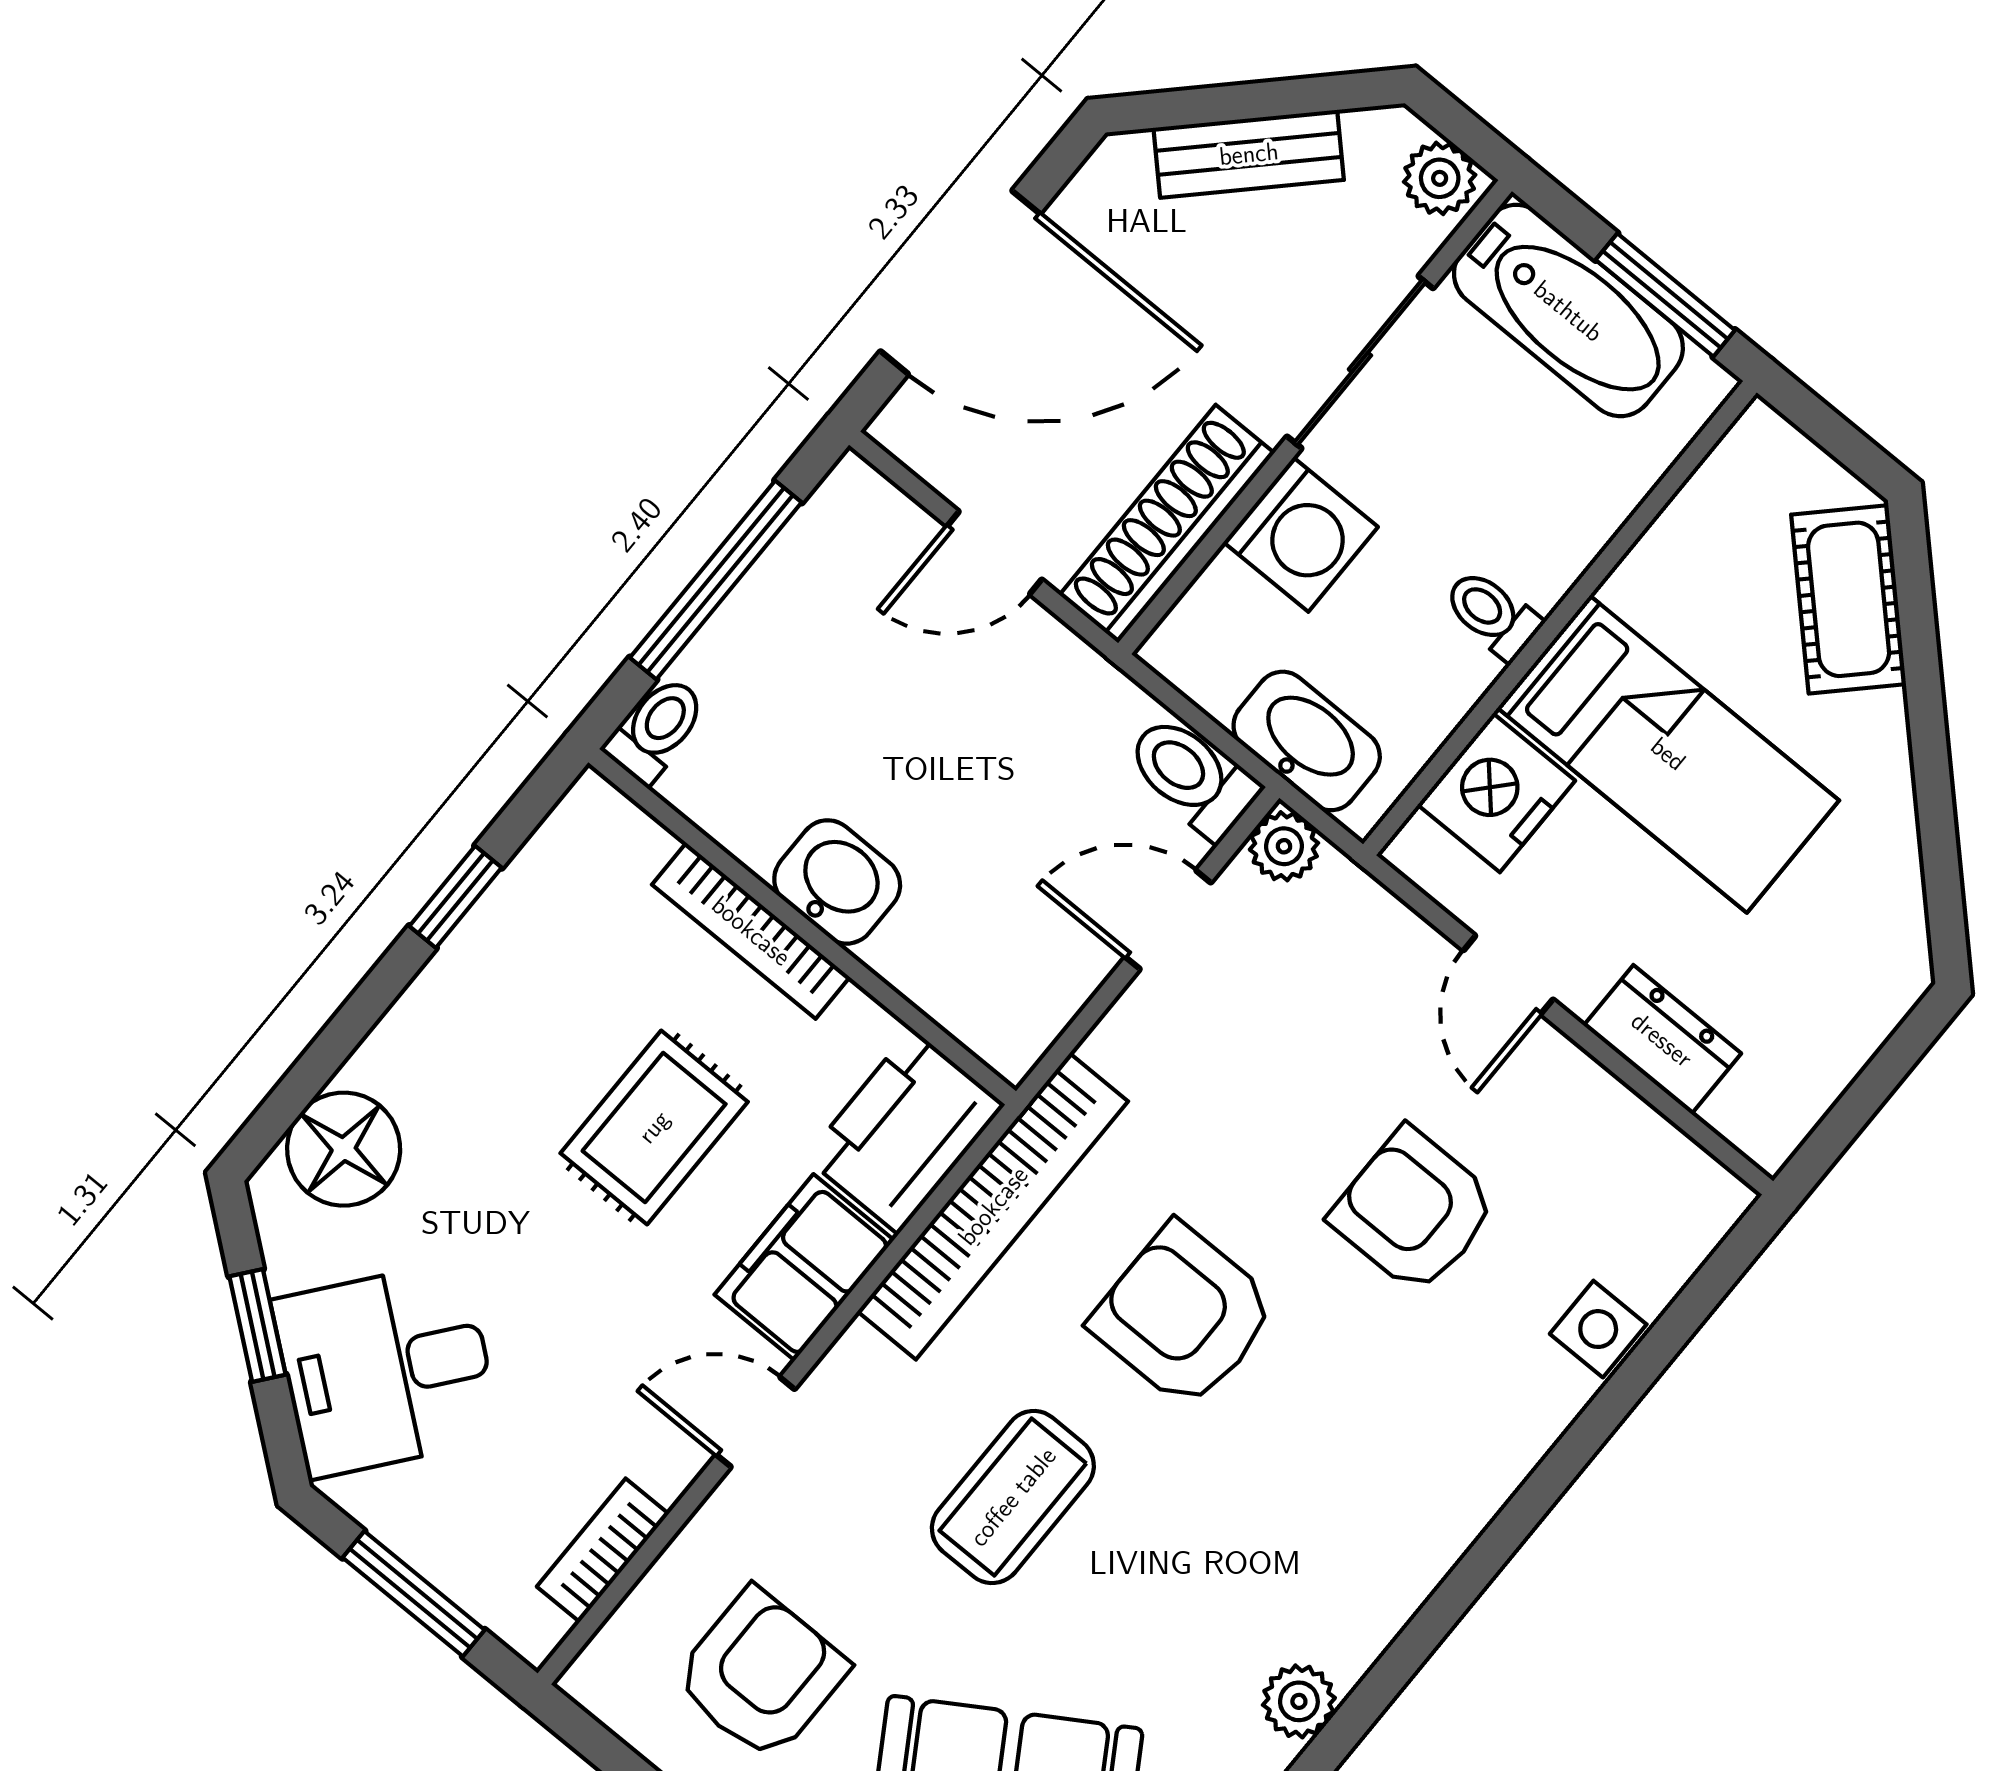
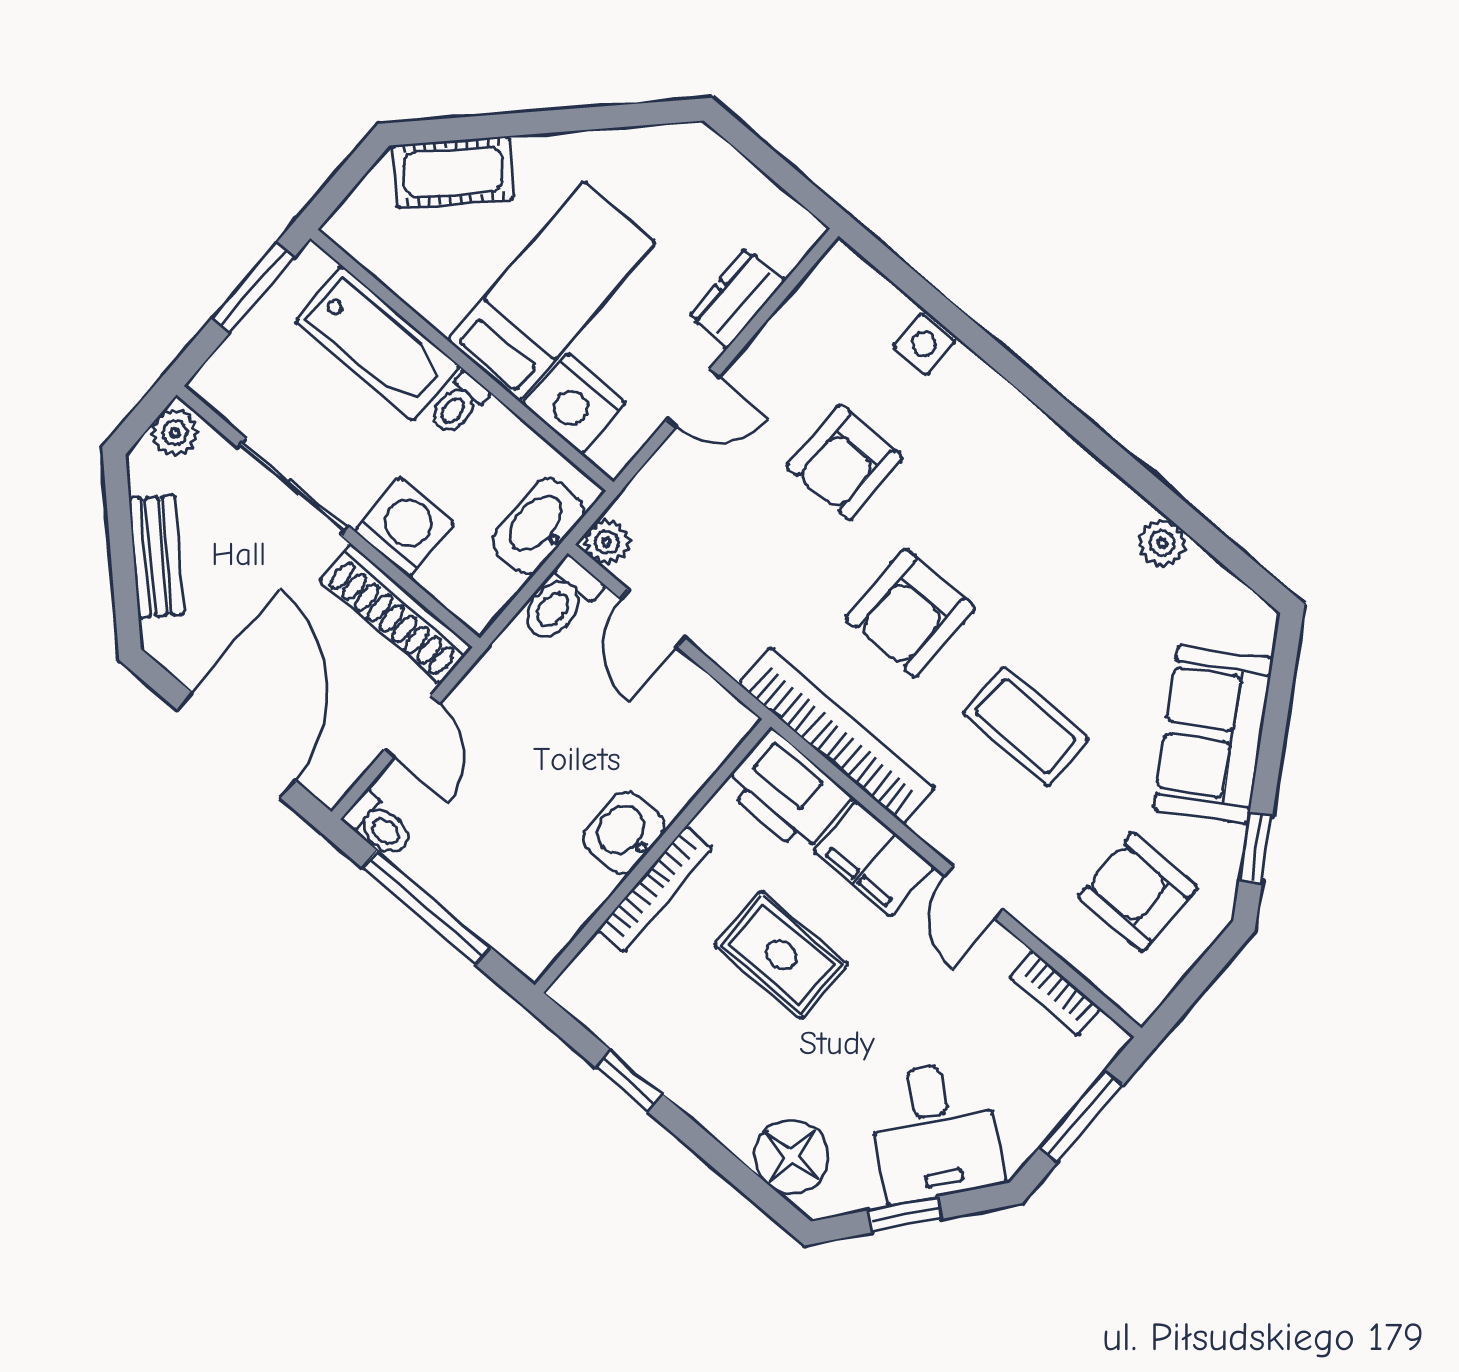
bathtub: (1568, 311) -> (378, 344), moved, turned 90
toilet: (656, 729) -> (379, 825), moved, turned 180

